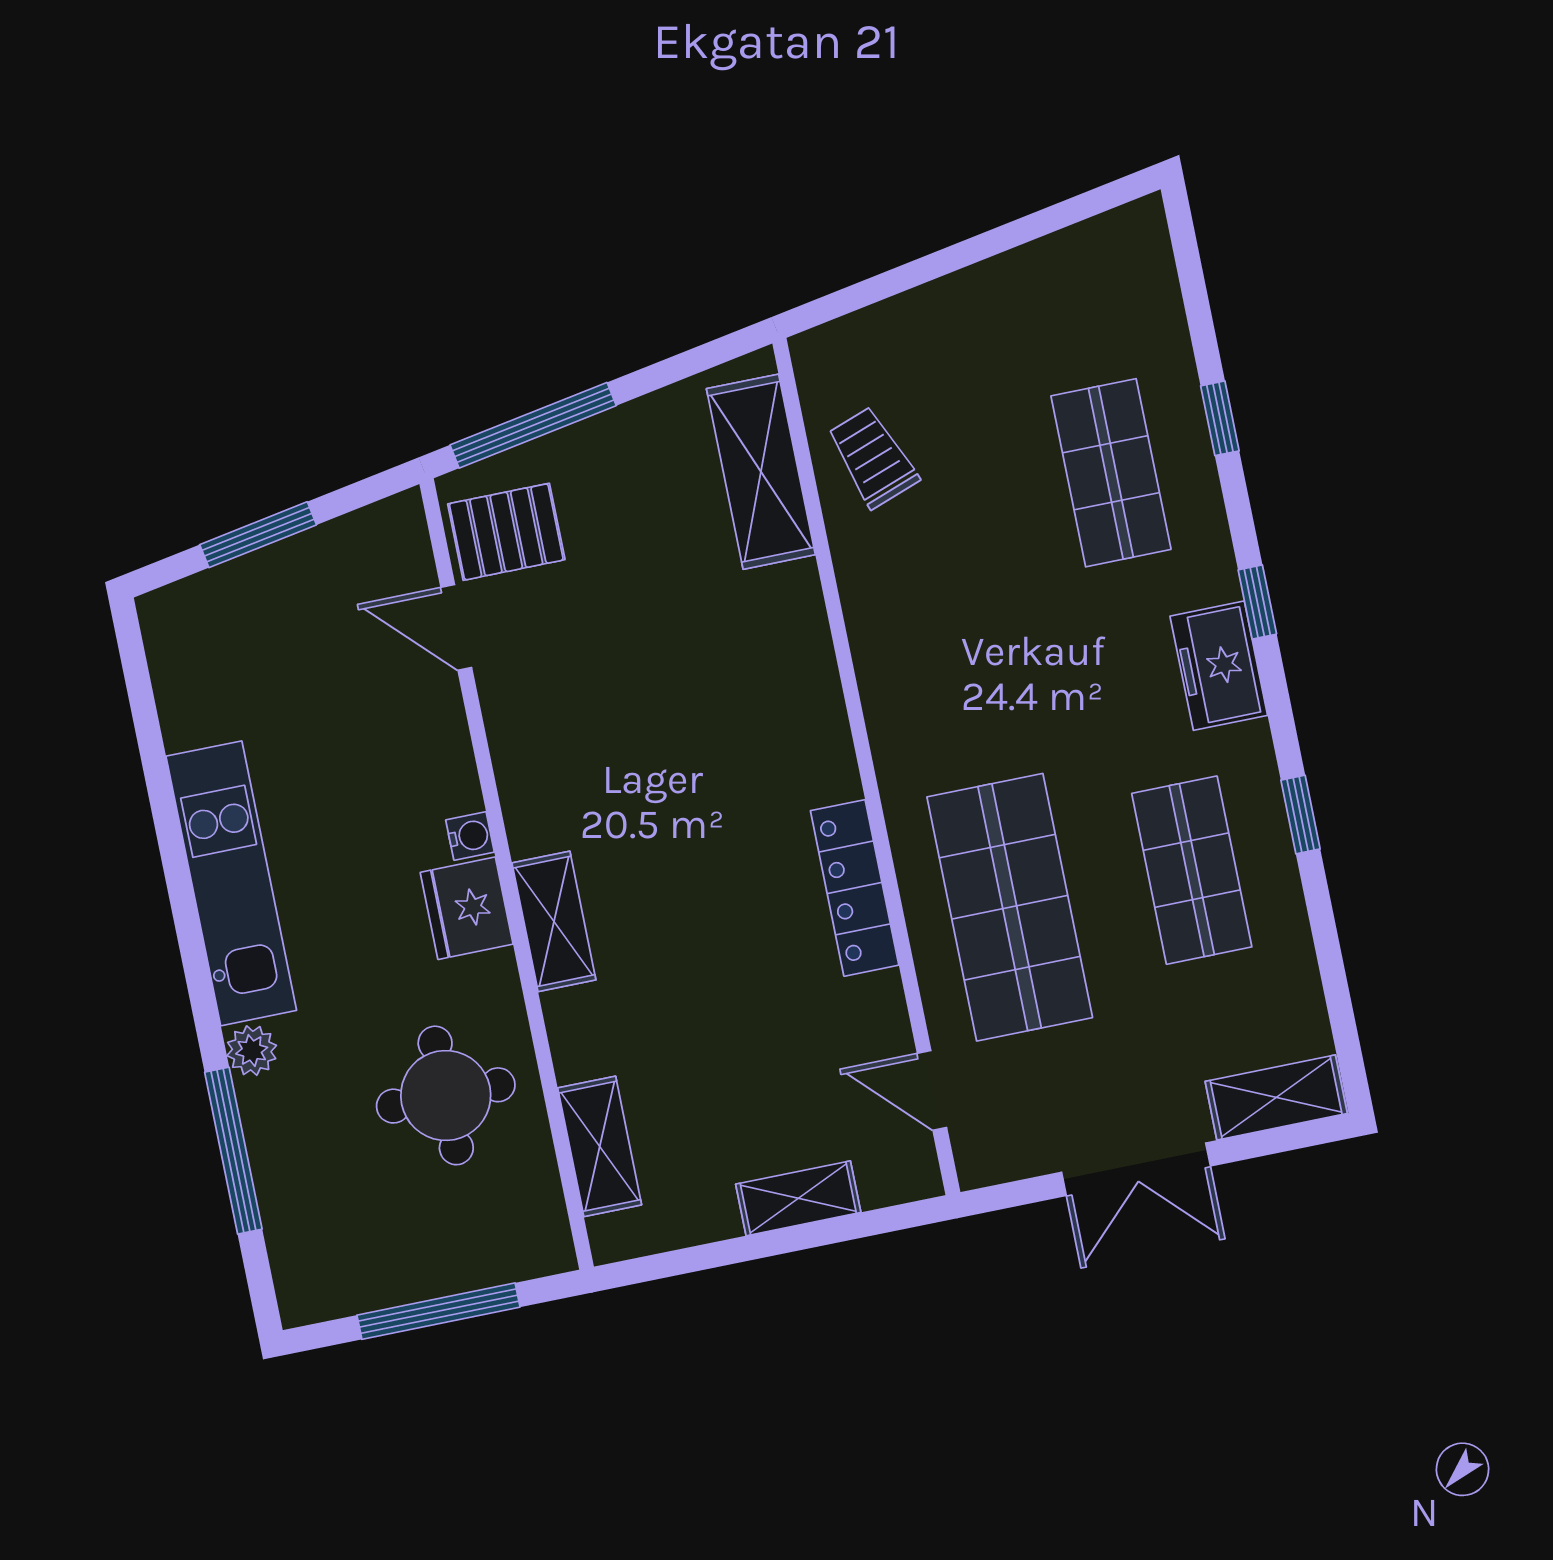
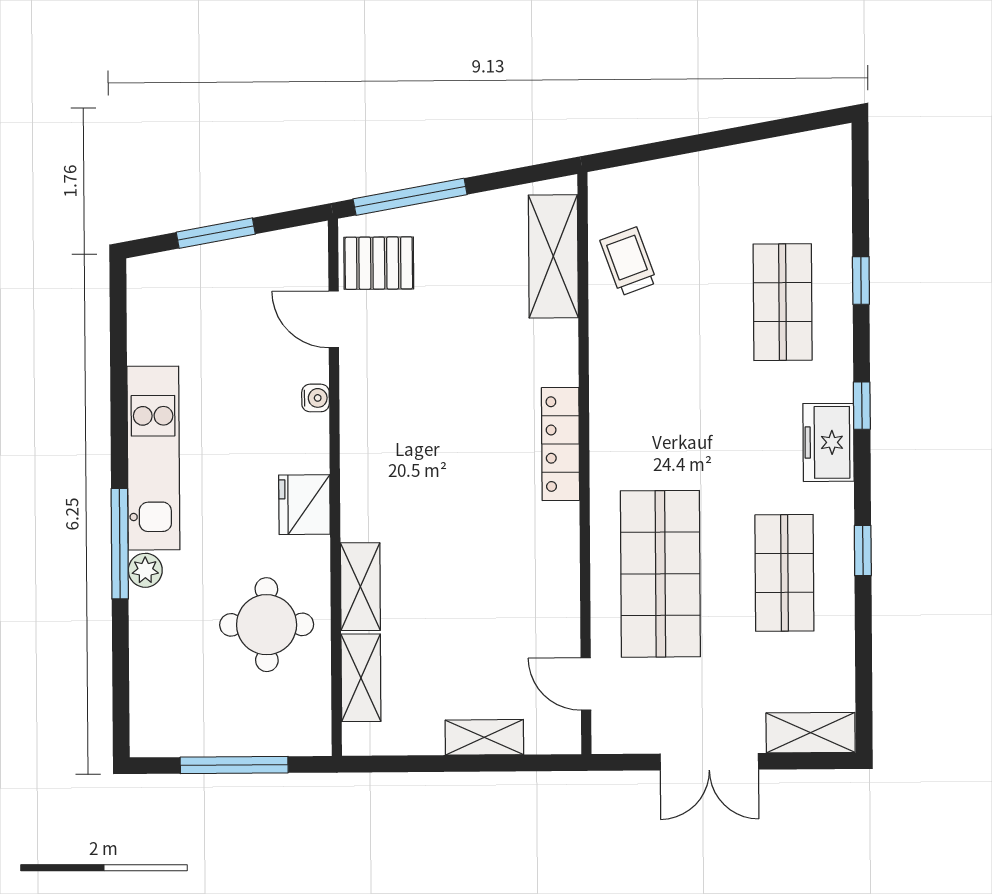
water cooler: (470, 836) -> (315, 398), moved
locker: (855, 888) -> (561, 444), moved
shelving: (554, 921) -> (360, 587), moved
window: (233, 1151) -> (120, 544), moved

